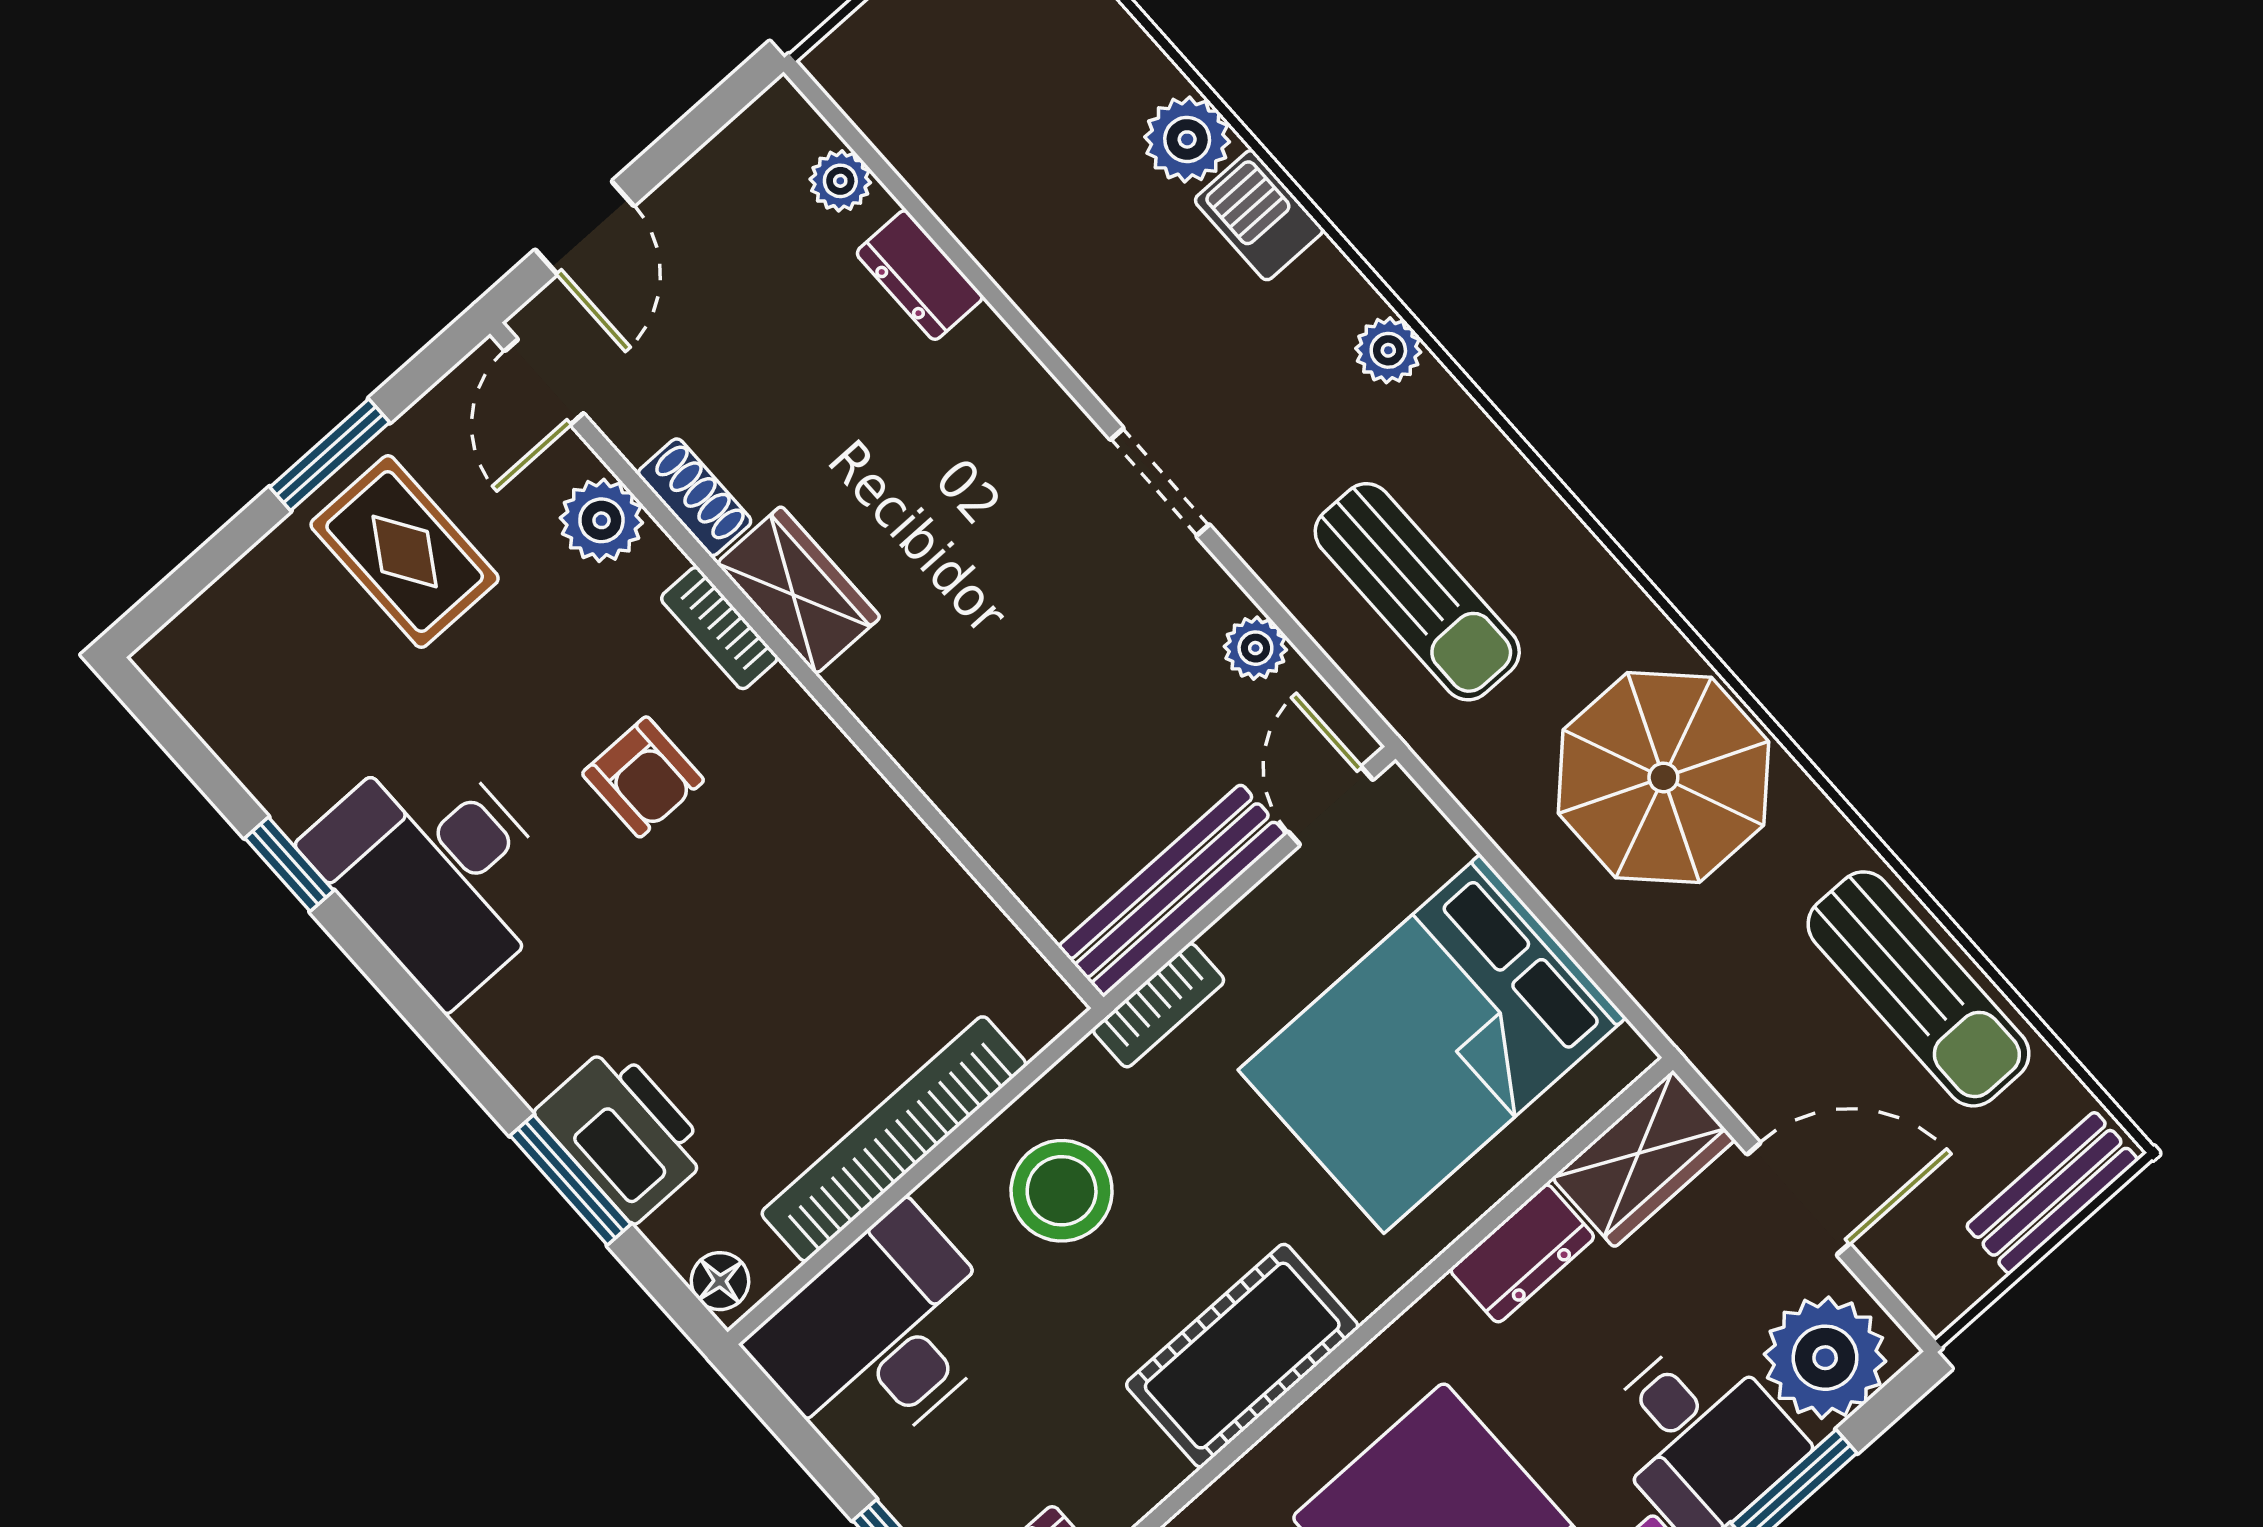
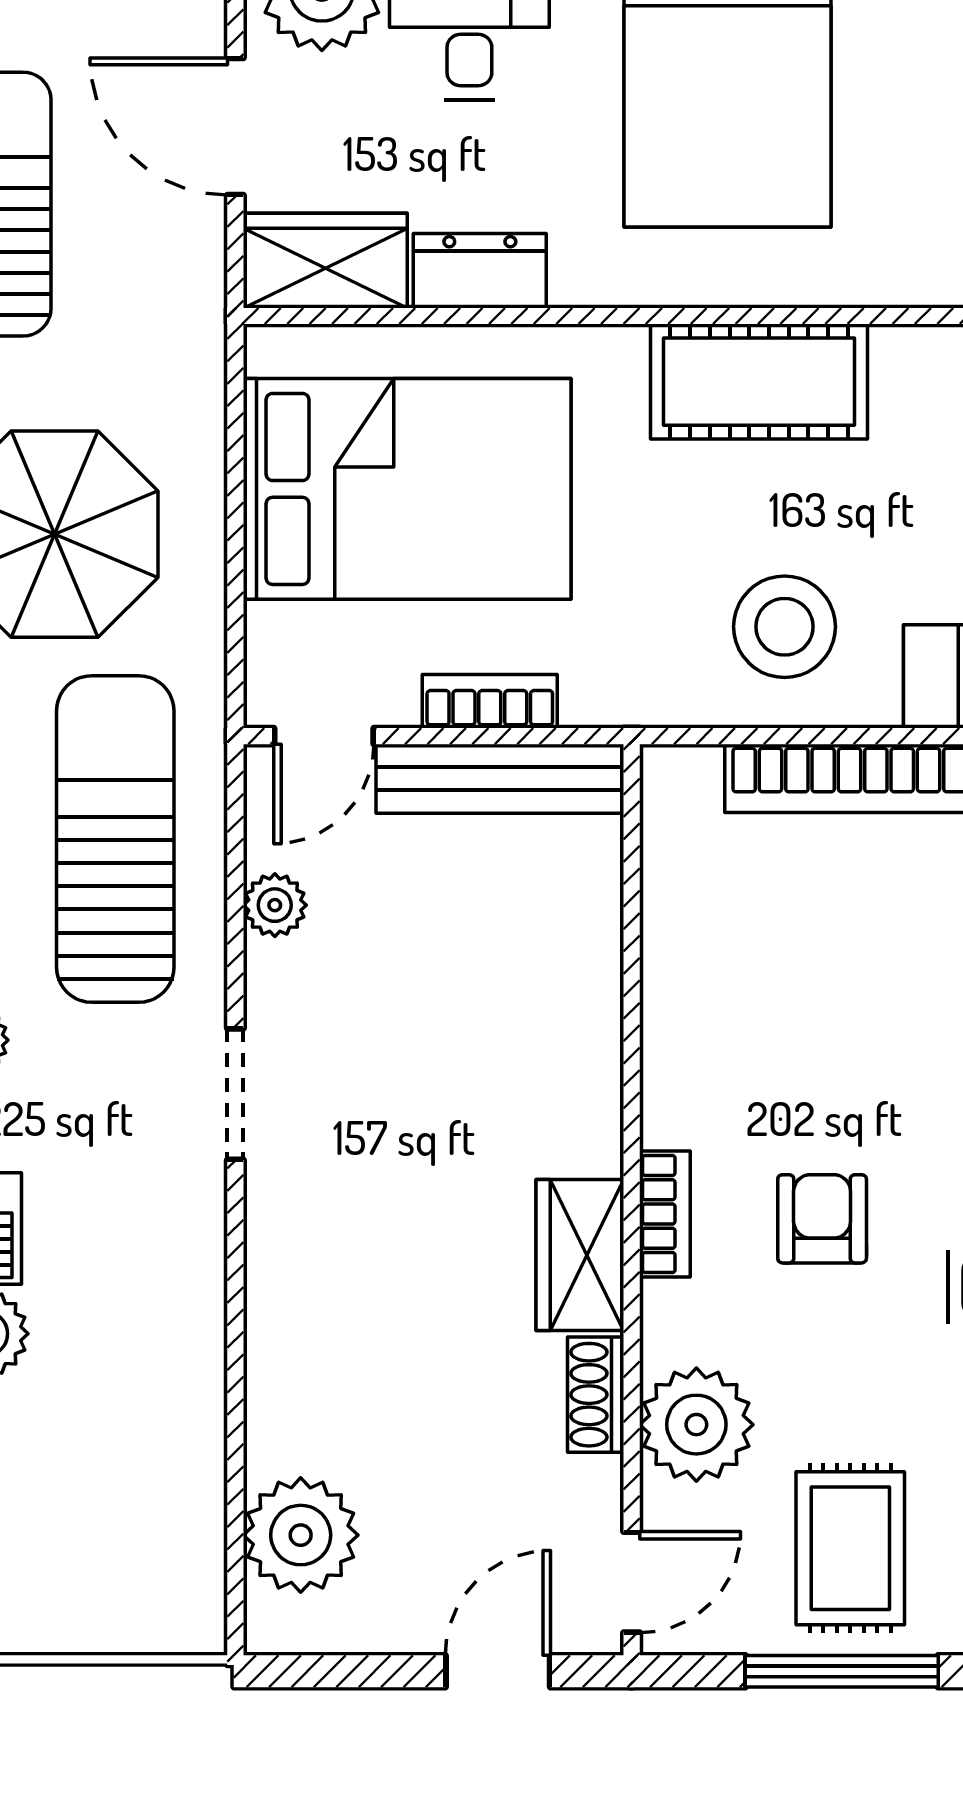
plant: (840, 181) -> (301, 1535), width x1.88, depth x1.88
dresser: (920, 275) -> (277, 1411), removed
window: (330, 455) -> (842, 1671), width x1.44
plant: (601, 520) -> (696, 1425), width x1.36, depth x1.36
sun lounger: (1417, 592) -> (115, 839), width x1.36, depth x1.34
bookcase: (719, 628) -> (665, 1214), moved
bookcase: (1159, 1005) -> (490, 701), moved

